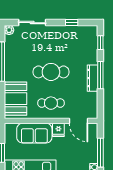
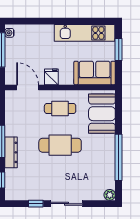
sliding door: (32, 23) -> (66, 204), moved
dresser: (92, 78) -> (11, 152), moved
sofa: (34, 133) -> (95, 73), moved

